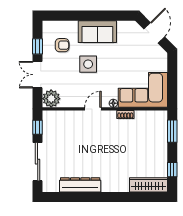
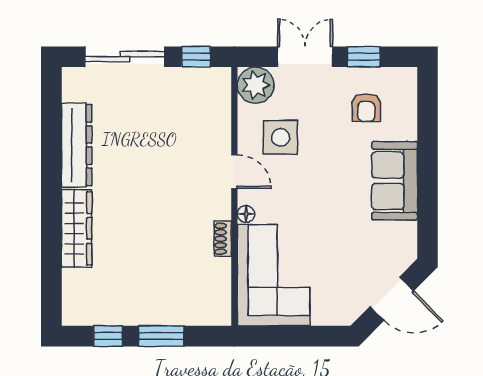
side table: (88, 64) -> (281, 137), moved
window: (172, 131) -> (161, 336), moved
wardrobe: (149, 185) -> (77, 228), moved

